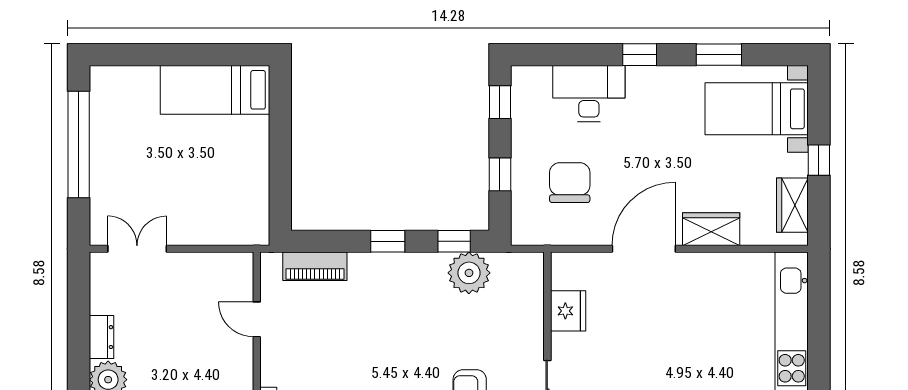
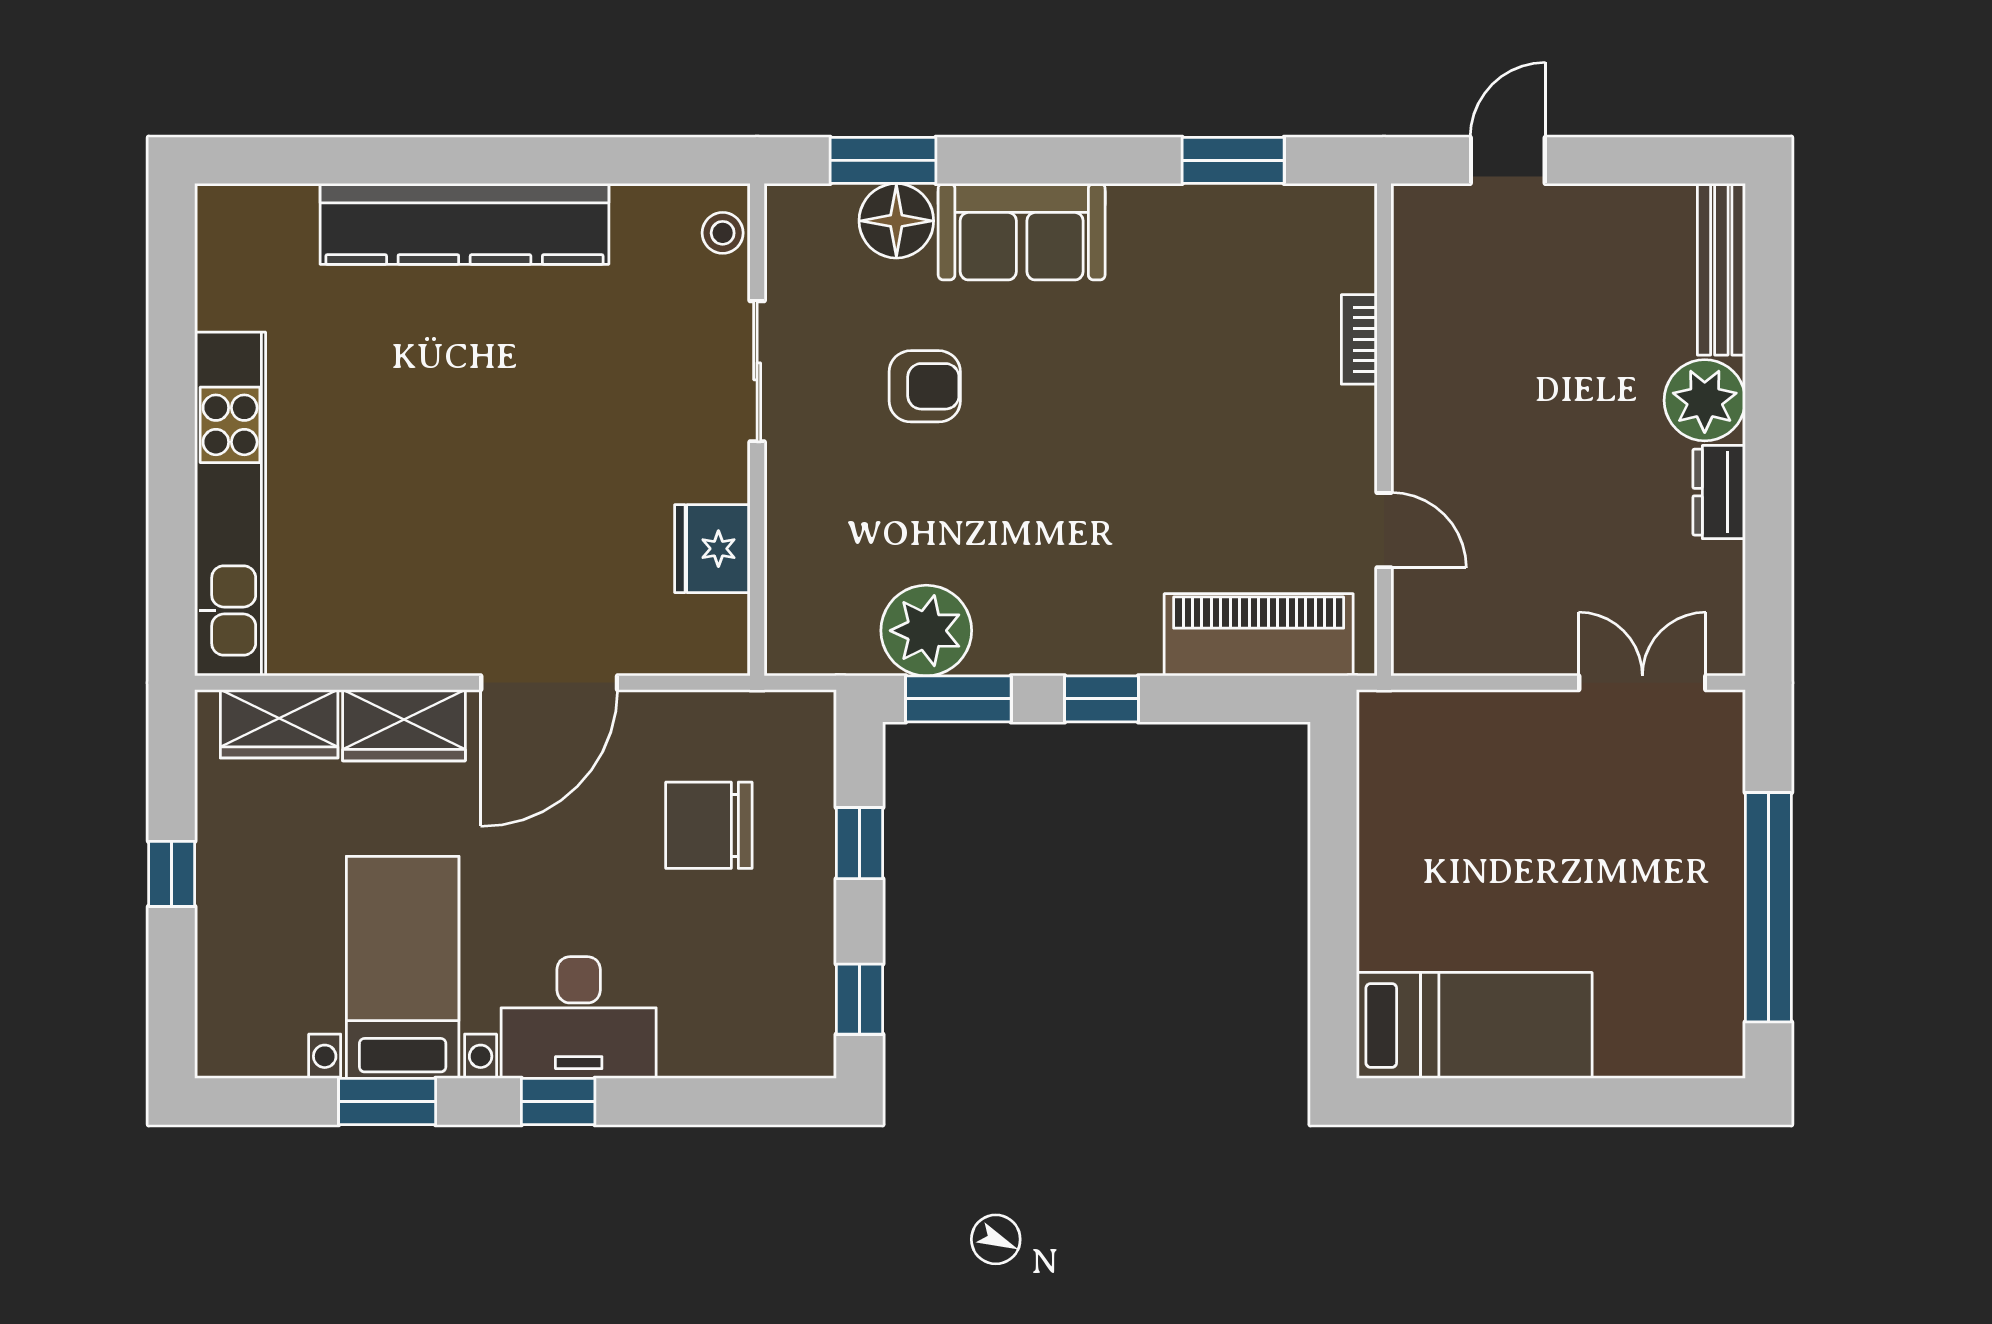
desk: (589, 94) -> (579, 1018), moved
bed with nightstands: (757, 109) -> (403, 967), moved, turned -90
chair: (570, 183) -> (709, 825), turned 90
wardrobe: (792, 205) -> (279, 724), moved, turned 90
window: (454, 241) -> (958, 699), width x1.50
double door: (137, 249) -> (1642, 683), swing flipped
piano: (315, 266) -> (1259, 635), width x1.37, depth x1.33

